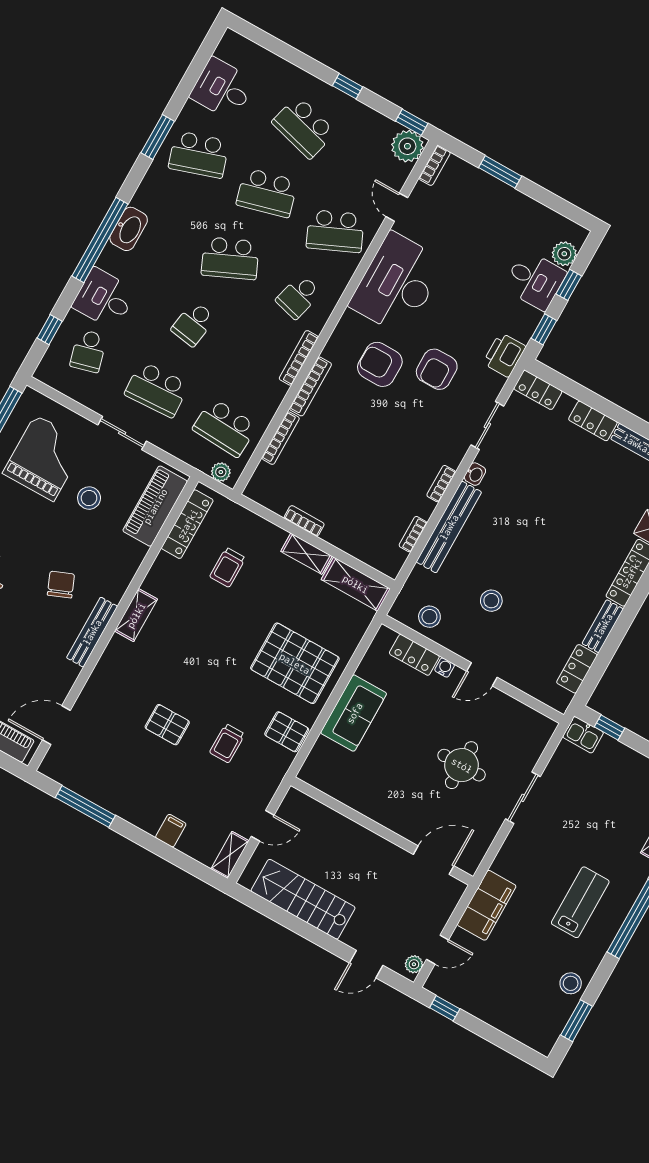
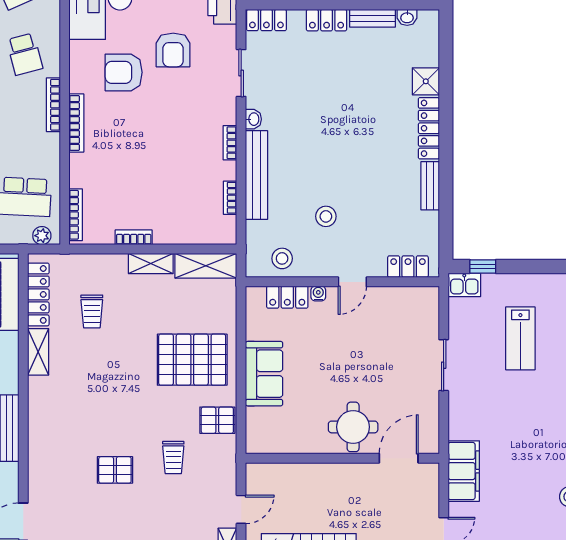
school desk: (298, 297) -> (25, 54), turned -30
bookcase: (281, 438) -> (76, 215), moved
shelving: (136, 615) -> (38, 352), moved
locker: (577, 669) -> (408, 267), moved, turned 90
round table: (462, 765) -> (353, 427), moved
lab bench: (580, 902) -> (520, 338), moved, turned 180

